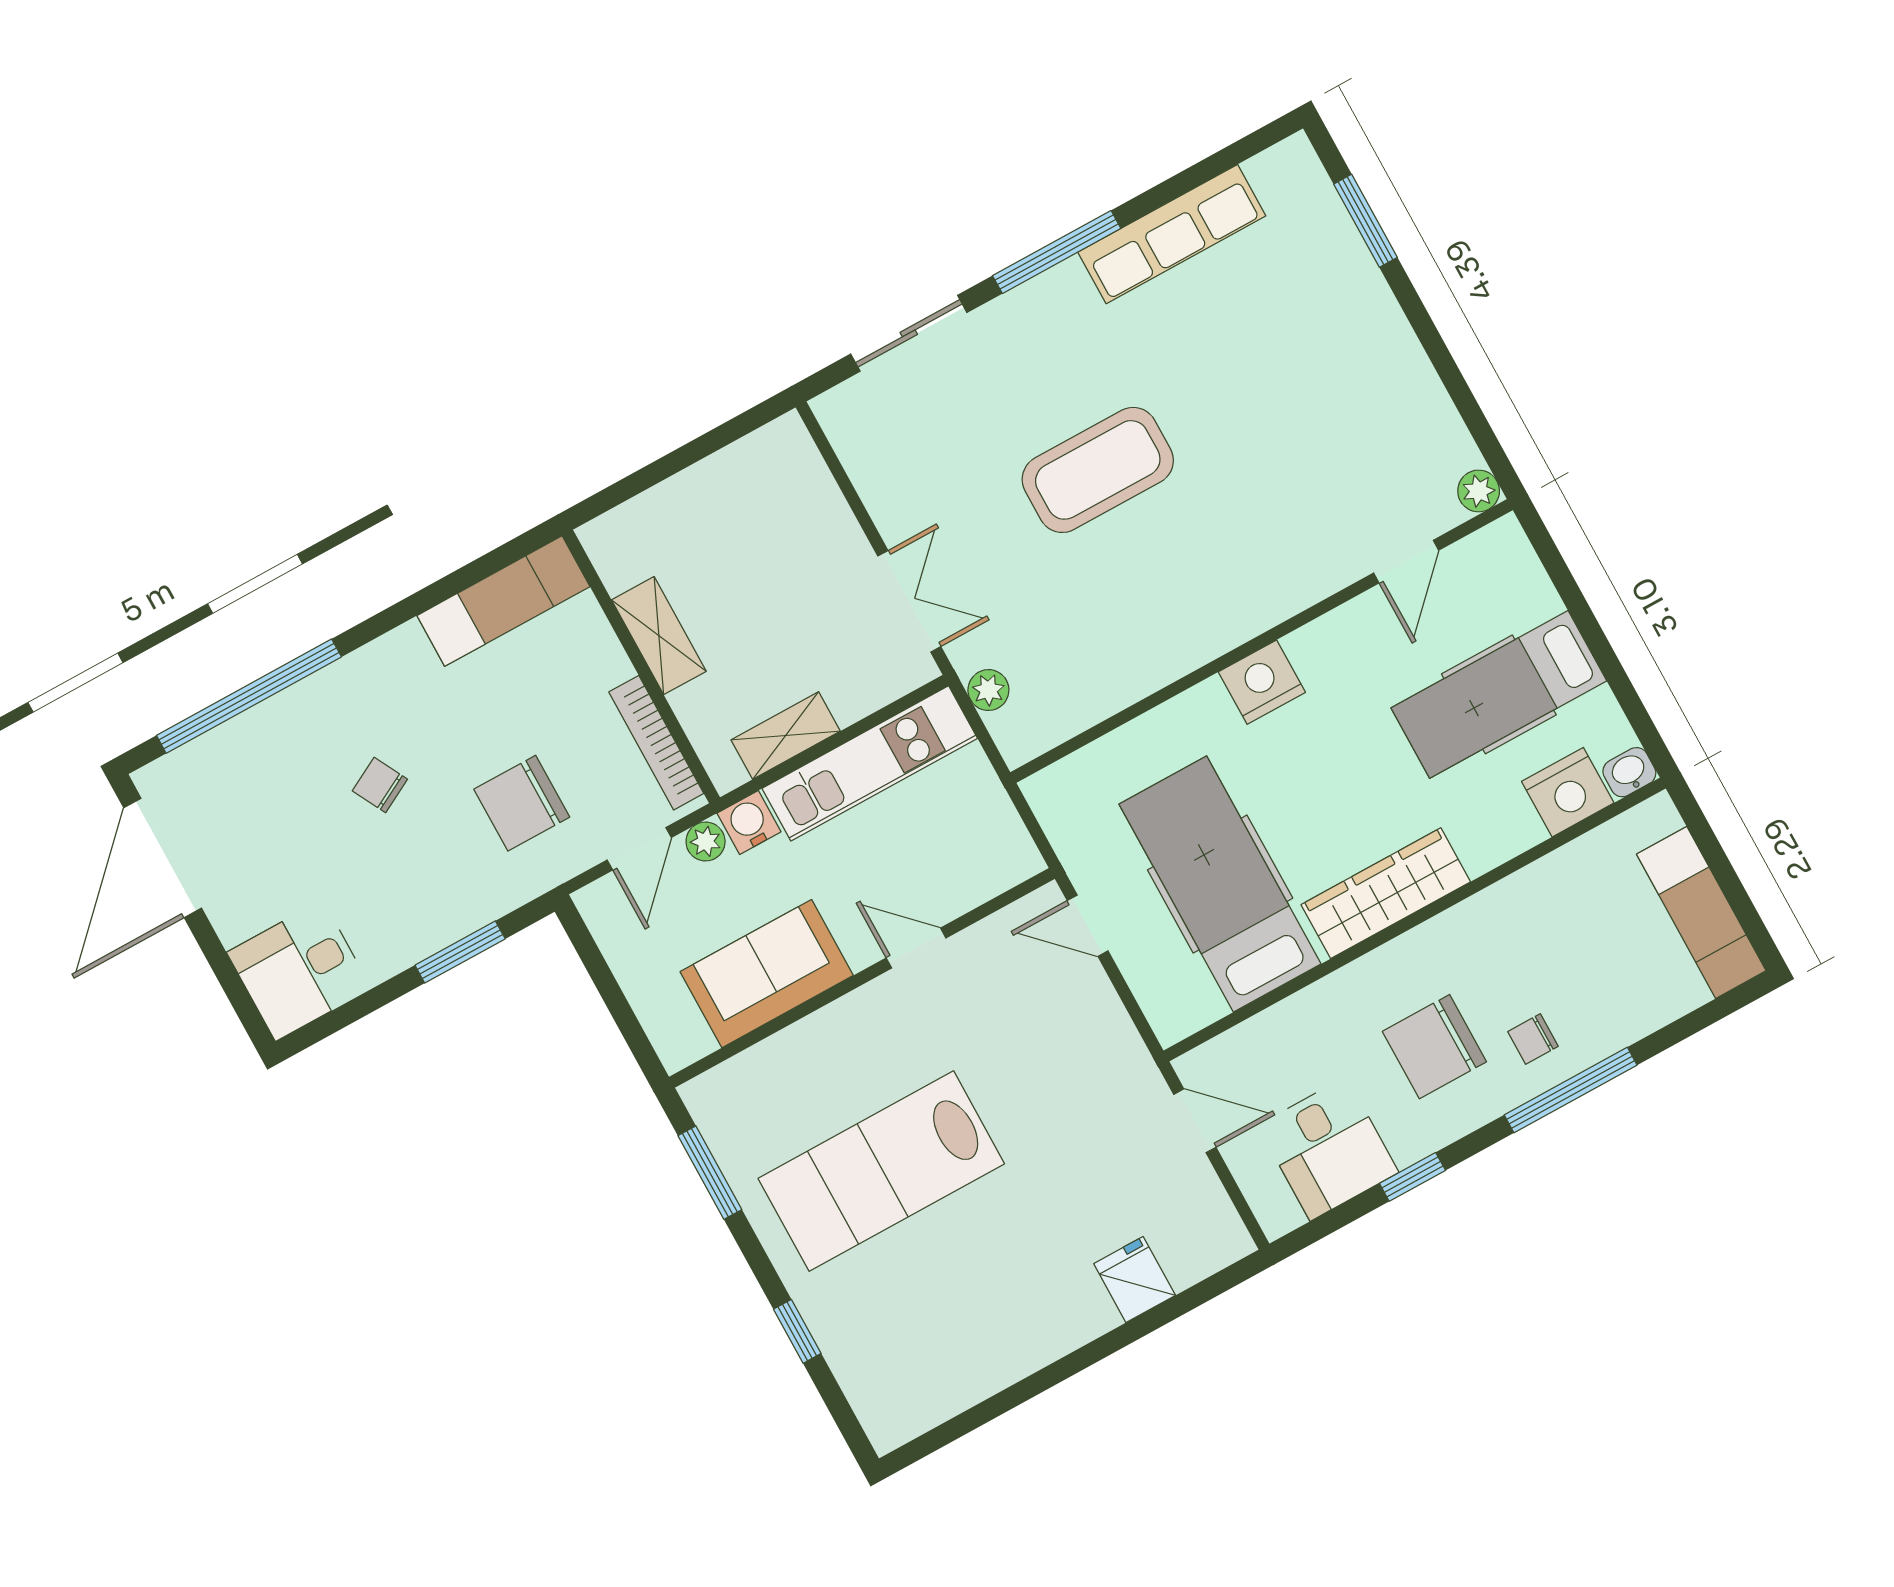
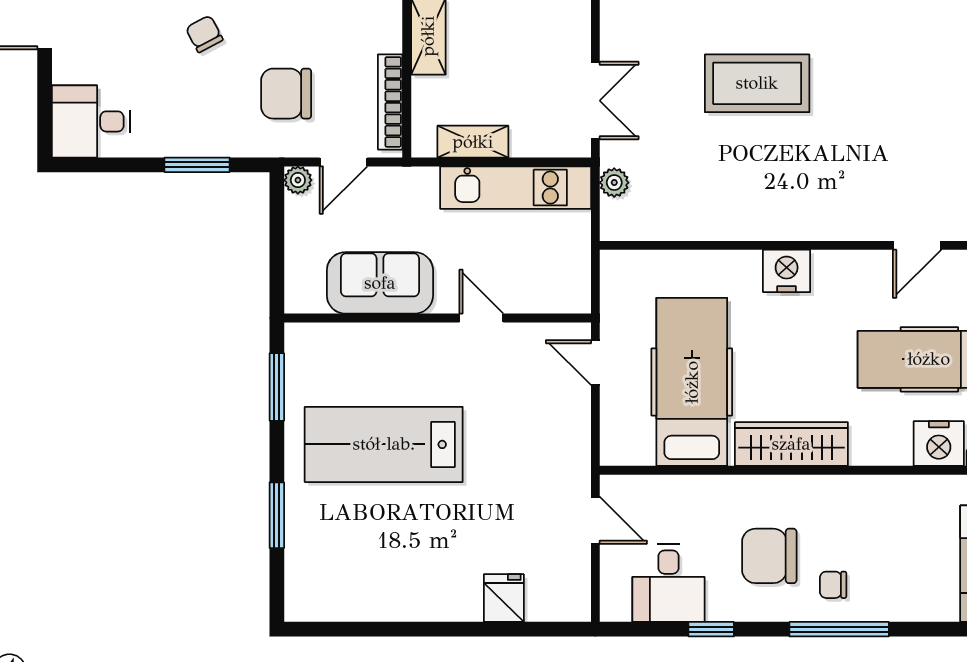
water cooler: (749, 822) -> (420, 183), removed
plant: (706, 842) -> (298, 180), moved
window: (797, 1331) -> (277, 515), width x1.50

